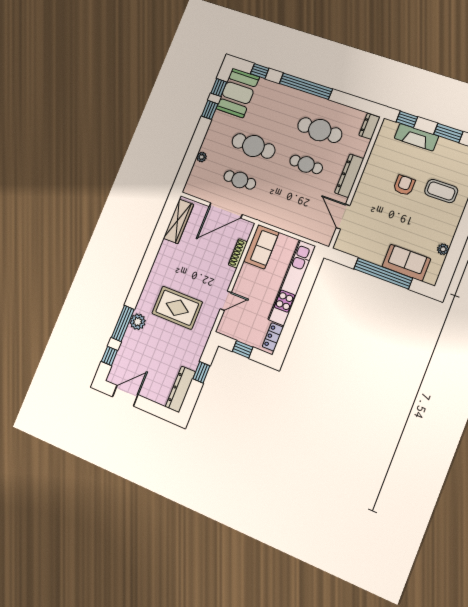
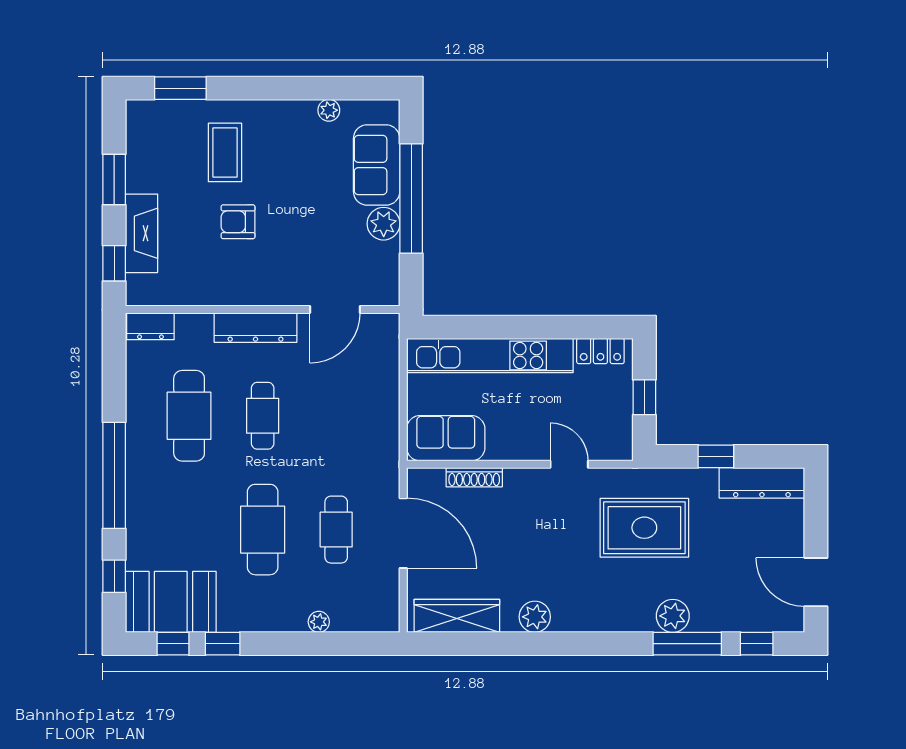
plant: (376, 255) -> (384, 224), added
plant: (163, 257) -> (535, 617), added
rug: (177, 308) -> (644, 528), moved, turned 90

